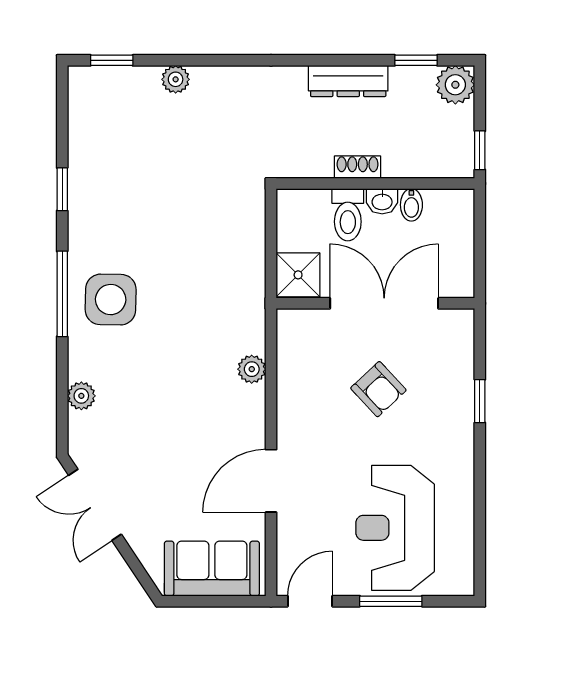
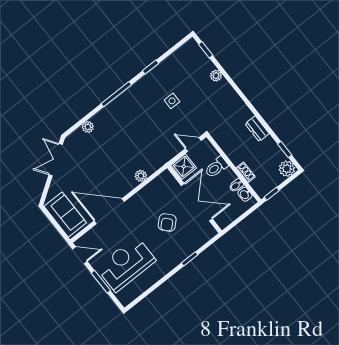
dresser: (348, 81) -> (257, 129), width x0.70
shoe rack: (358, 167) -> (246, 172), moved
washbasin: (382, 201) -> (245, 194), moved
door: (271, 224) -> (193, 144), added
side table: (111, 300) -> (172, 101), moved, width x0.54, depth x0.54
door: (271, 481) -> (109, 211), width x1.36

